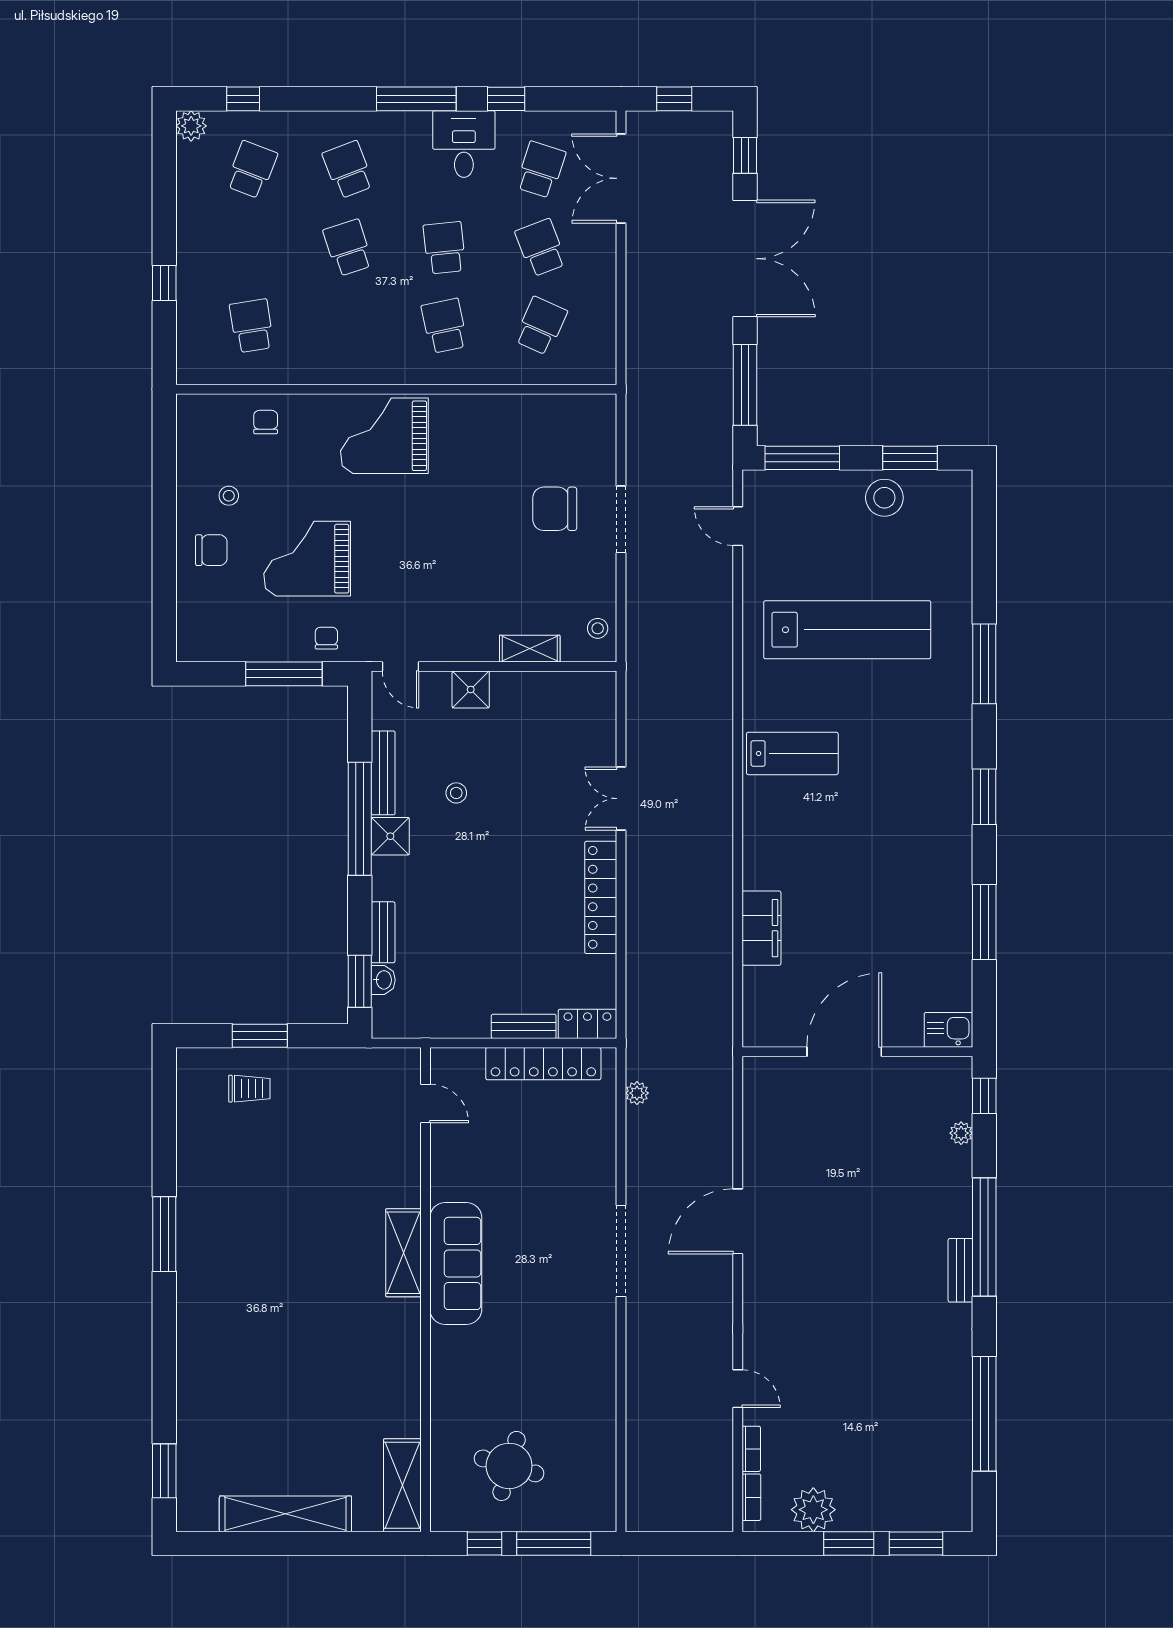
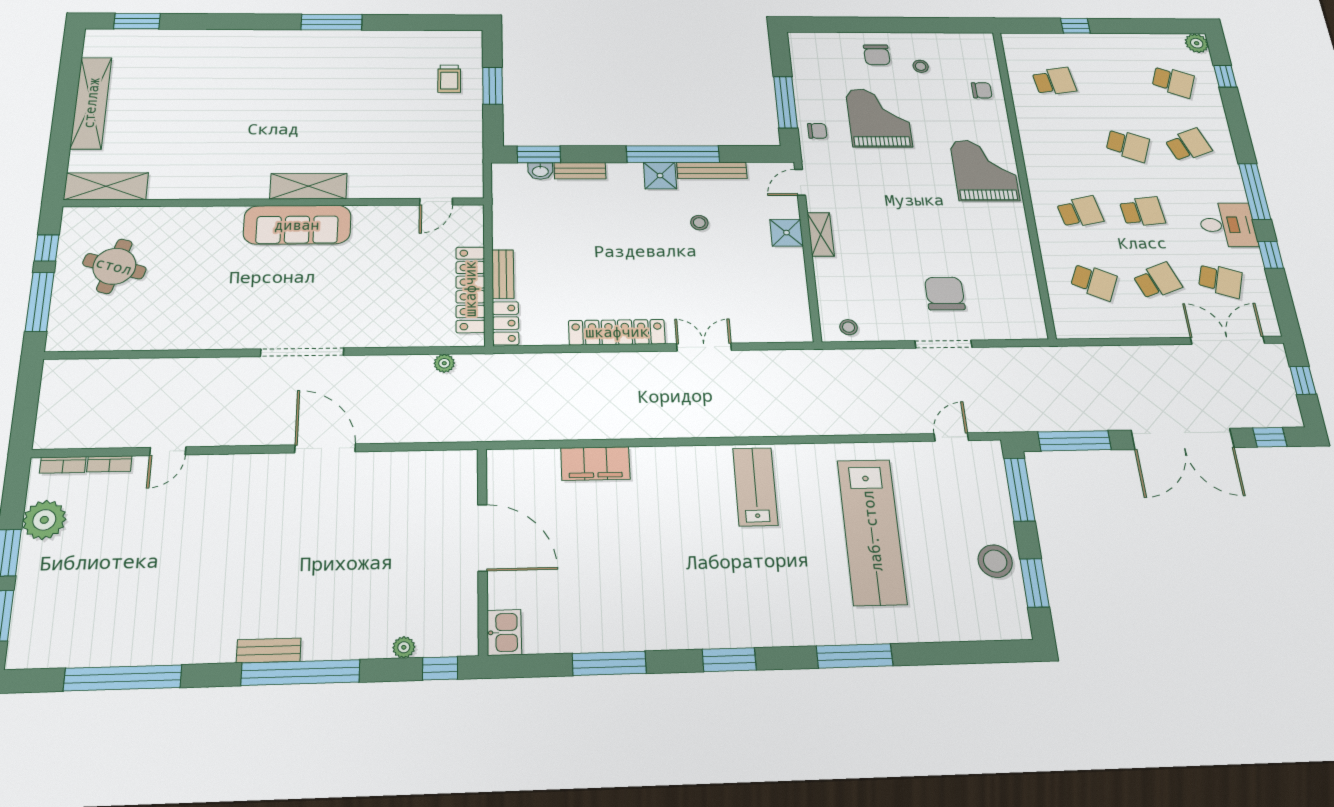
school desk: (348, 248) -> (1128, 145), turned 39
shelving: (530, 649) -> (821, 234), moved
lab bench: (792, 753) -> (755, 487), turned 180

